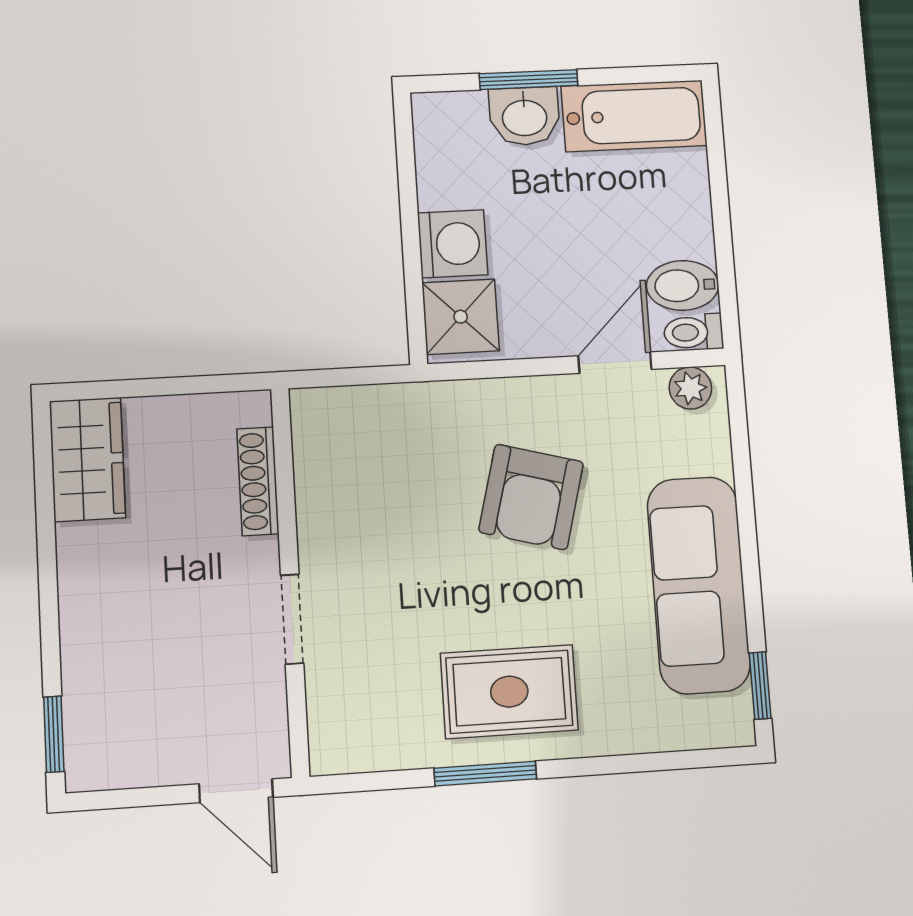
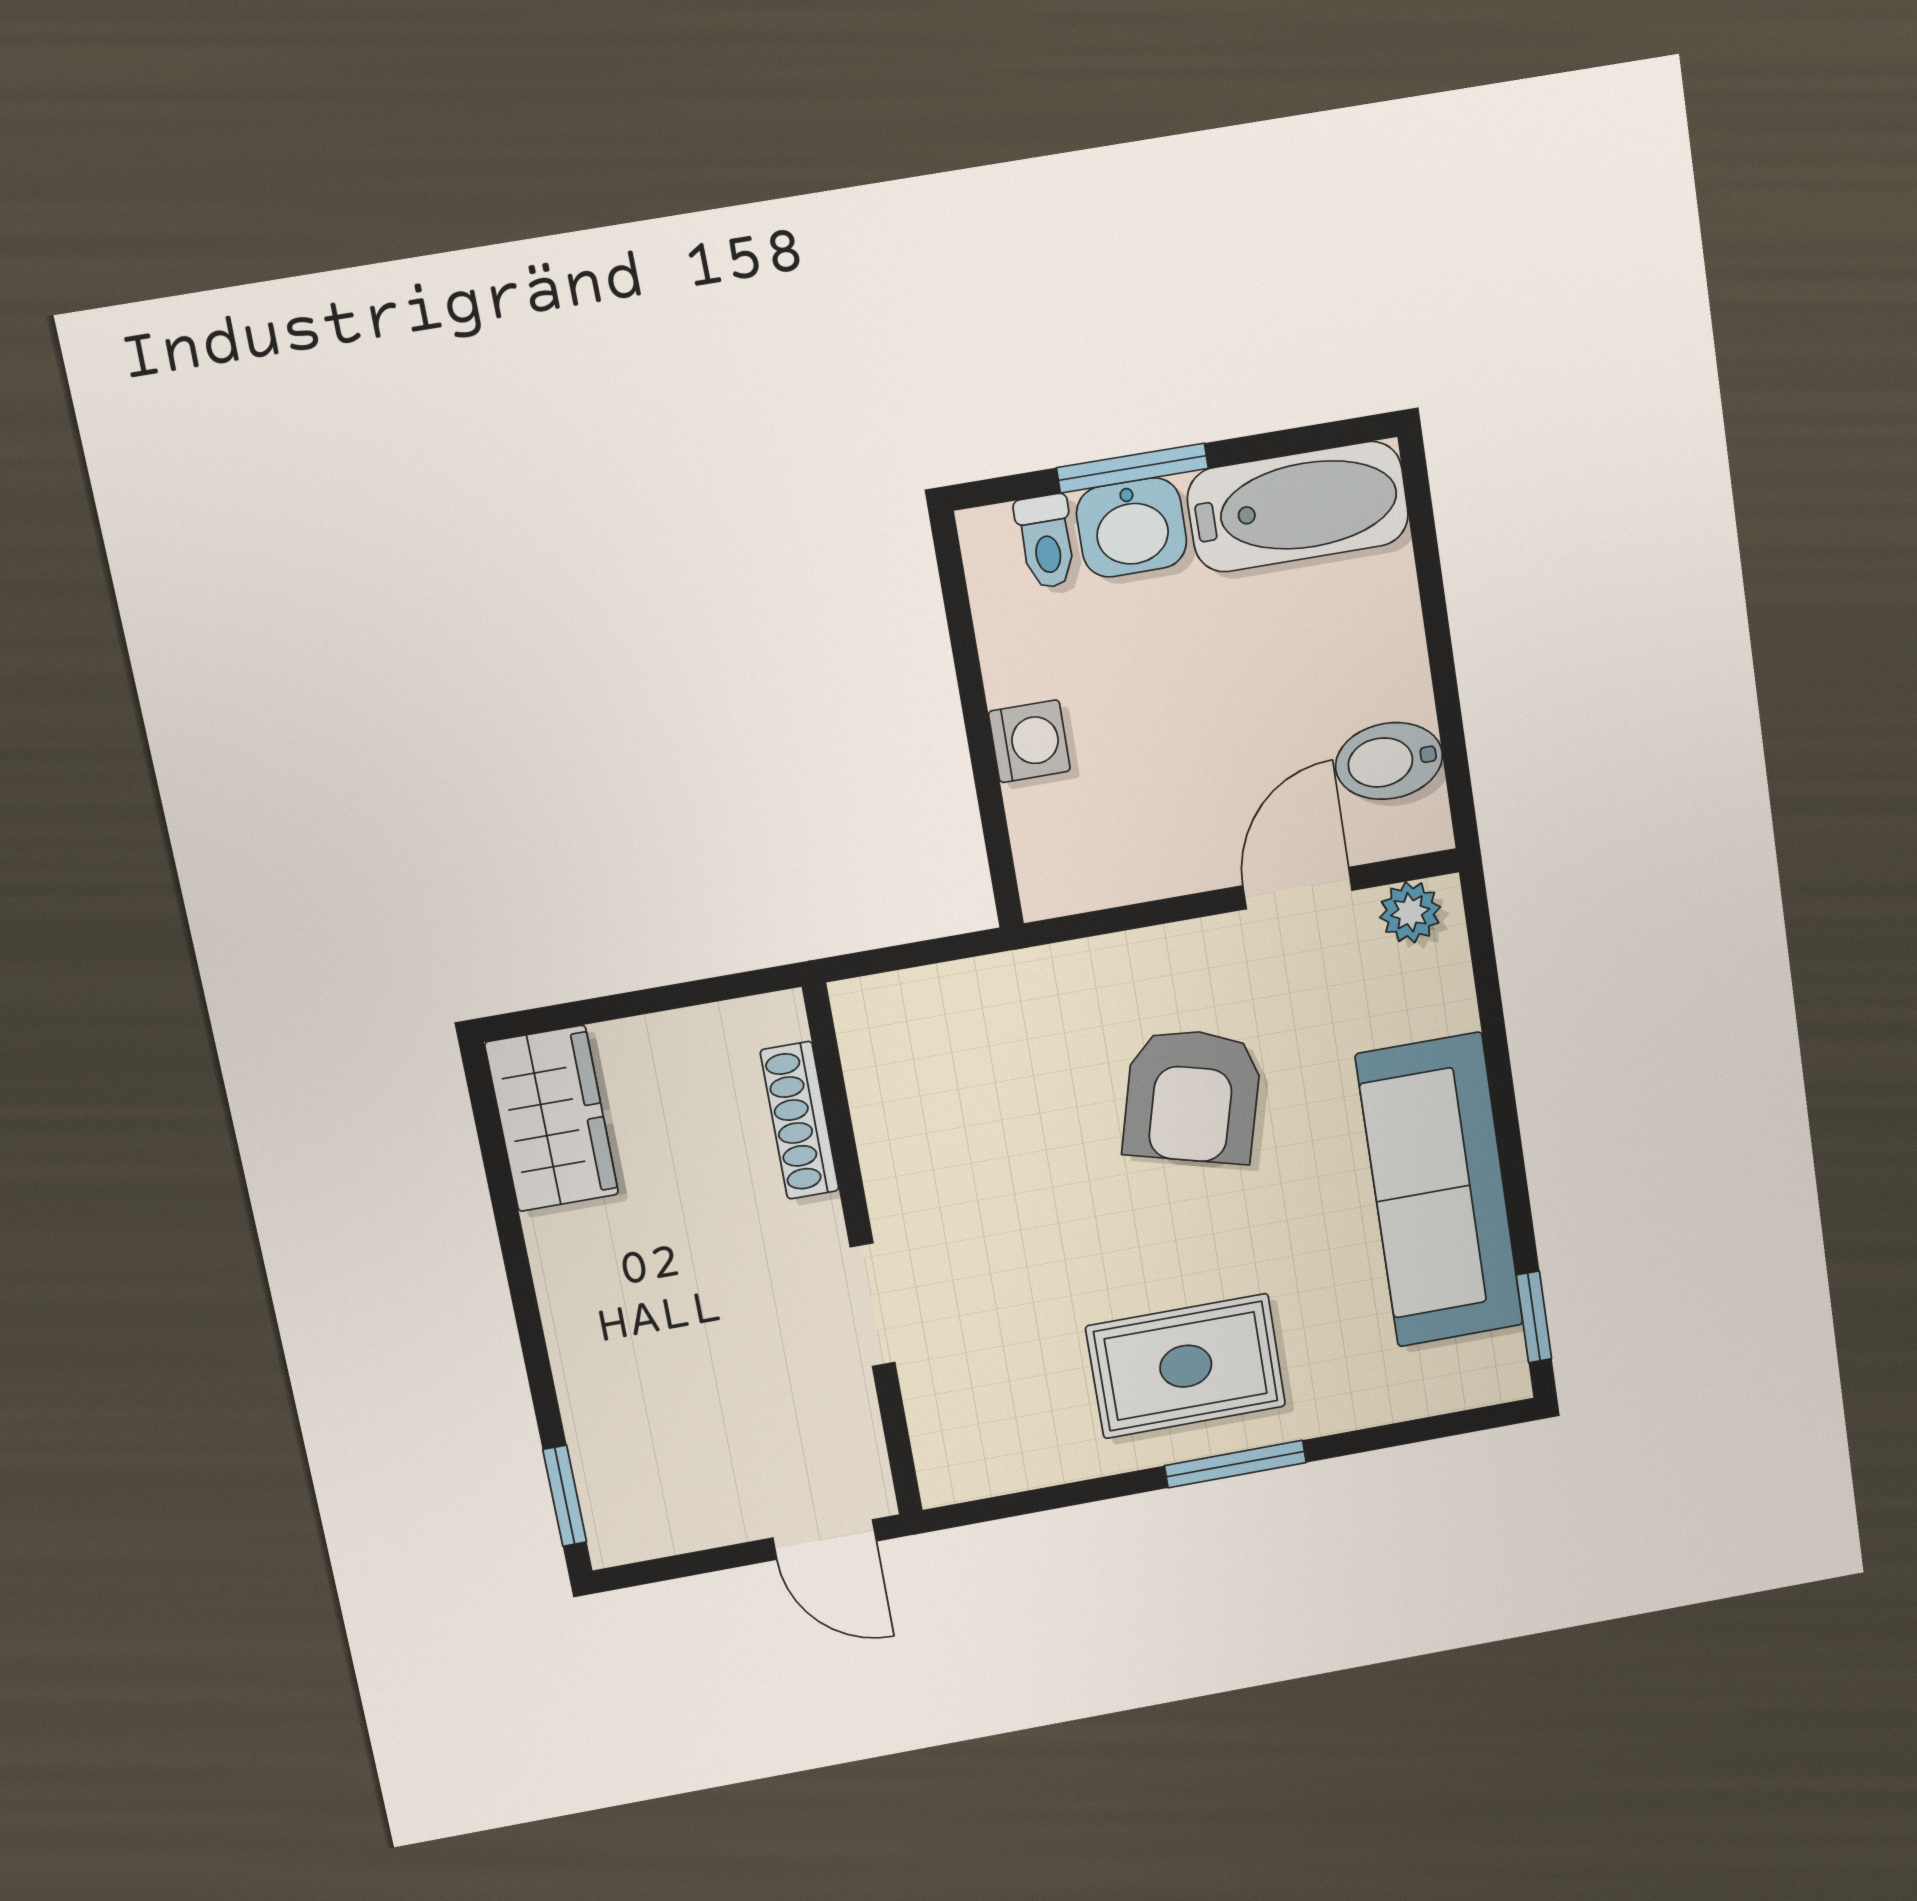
washing machine: (453, 244) -> (1029, 741), width x0.73, depth x0.73
shower: (461, 317) -> (1065, 847), removed
toilet: (693, 332) -> (1046, 542), moved, turned -90
window: (485, 774) -> (1235, 1464), moved

